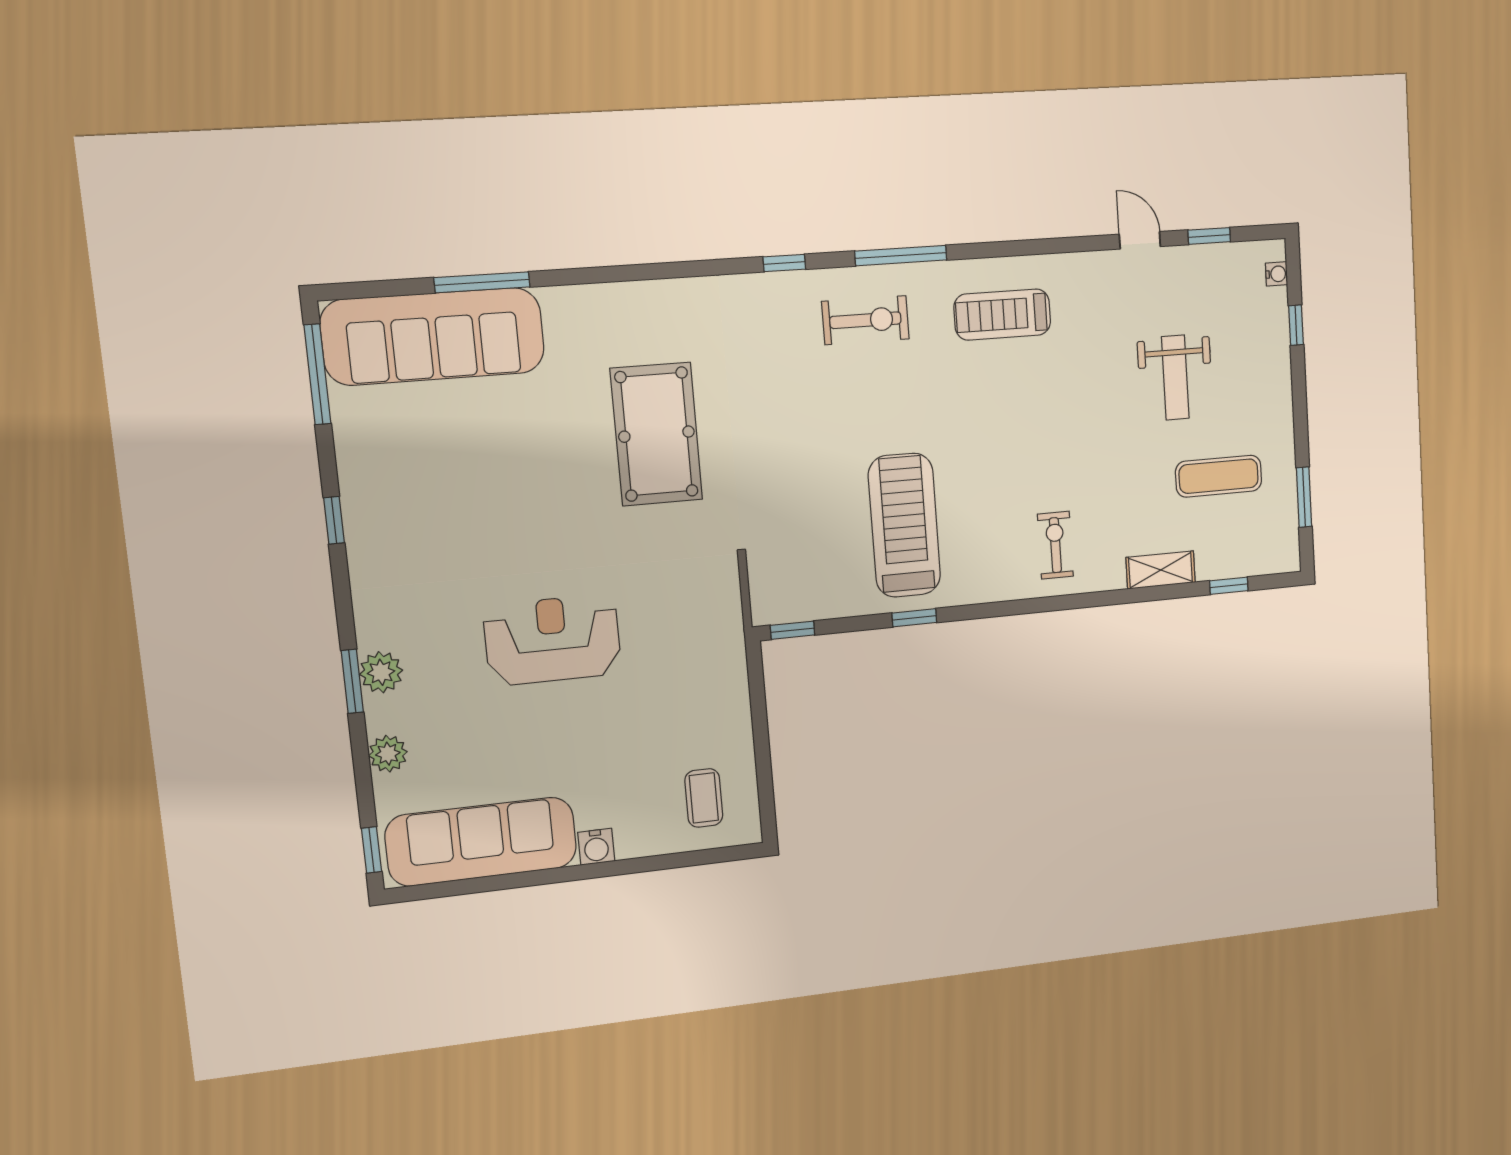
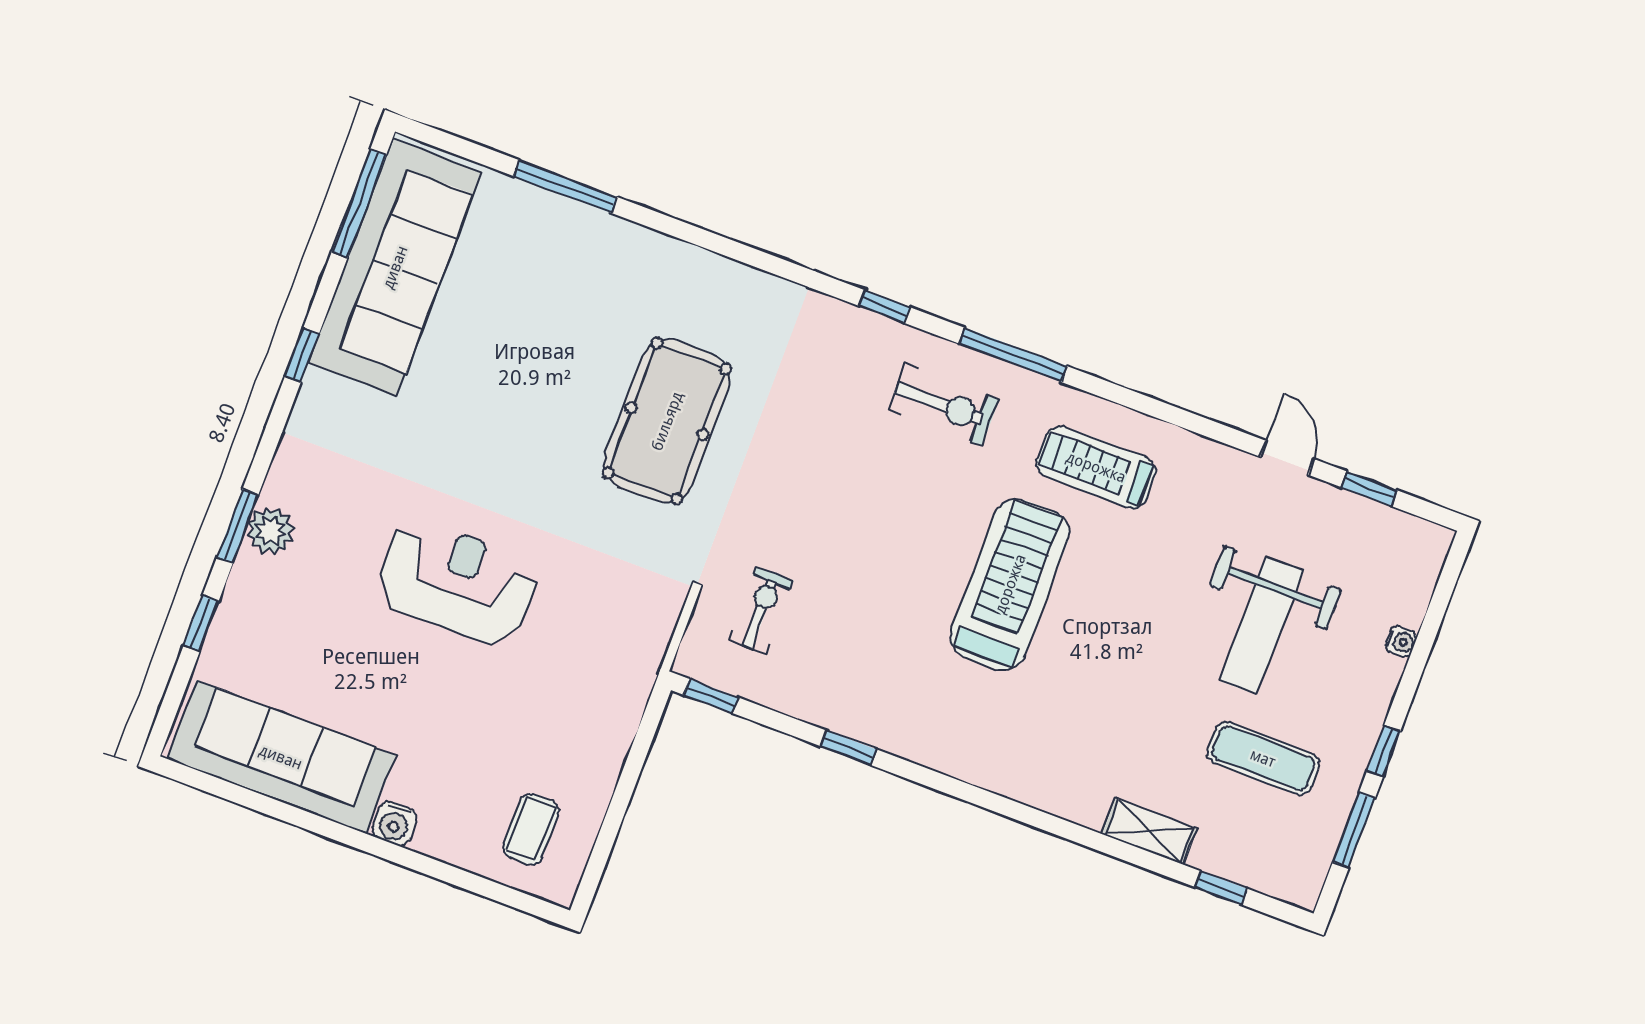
water cooler: (1276, 274) -> (1401, 642), moved
window: (1296, 325) -> (1384, 751), moved
sofa: (433, 336) -> (395, 267), moved, turned -90
weight bench: (1175, 378) -> (1261, 625), width x1.36, depth x1.33
treadmill: (904, 525) -> (1010, 584), moved
exercise bike: (1055, 545) -> (761, 610), moved
plant: (388, 754) -> (235, 618), removed
window: (372, 850) -> (201, 623), moved

